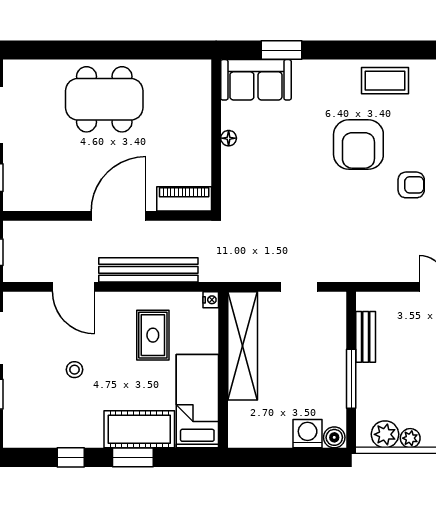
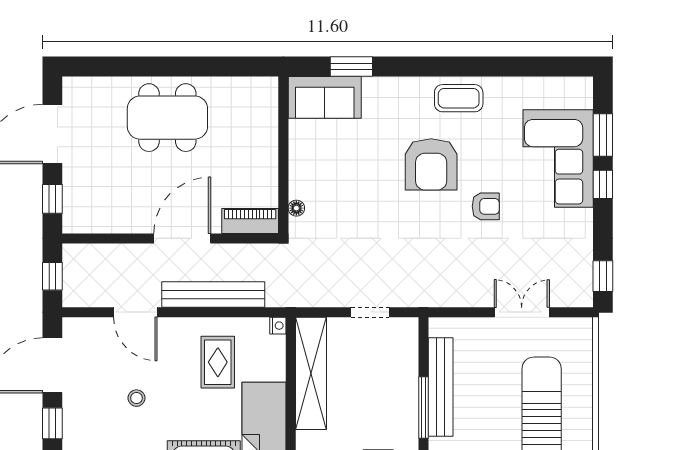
floor lamp: (229, 138) -> (296, 208), moved
bench: (366, 337) -> (441, 387), width x1.86, depth x1.21

